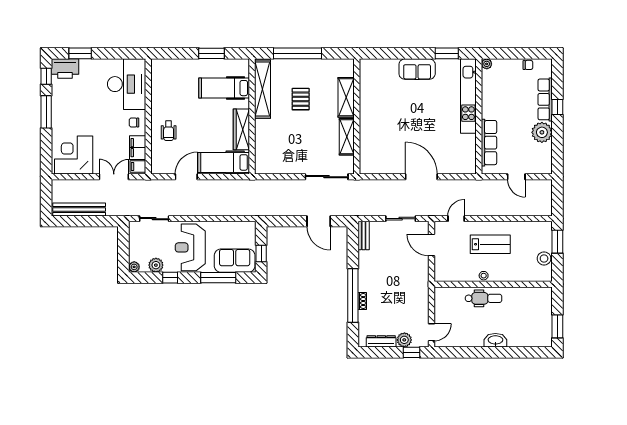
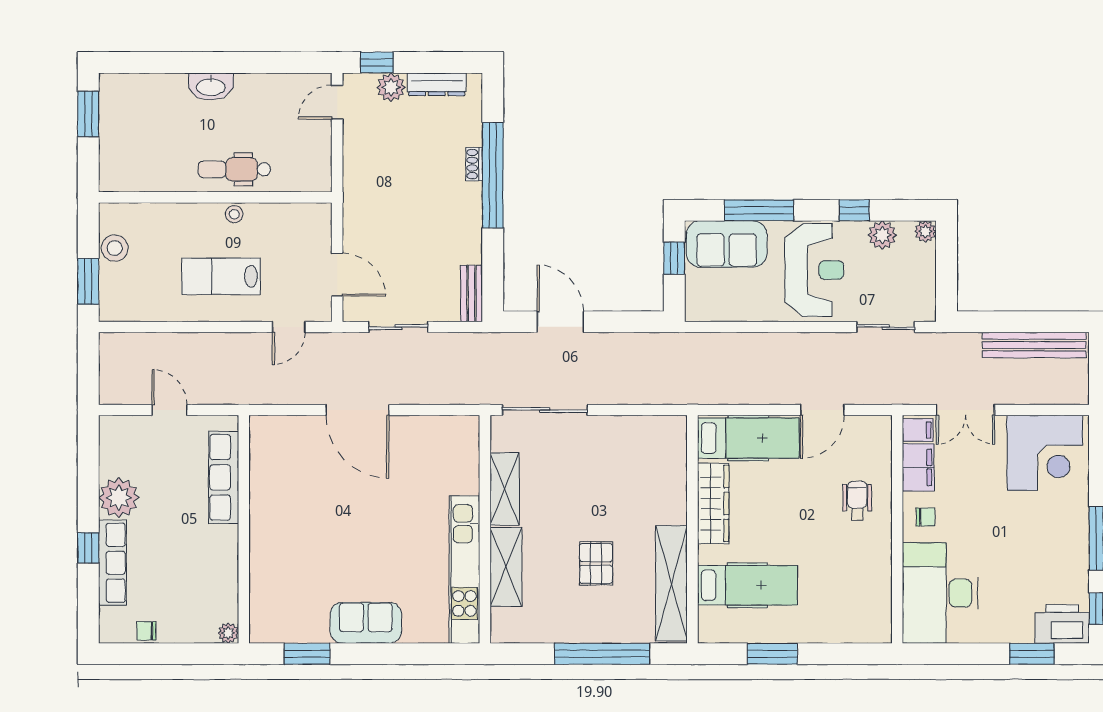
kitchen unit: (468, 96) -> (464, 570), moved, turned 180

